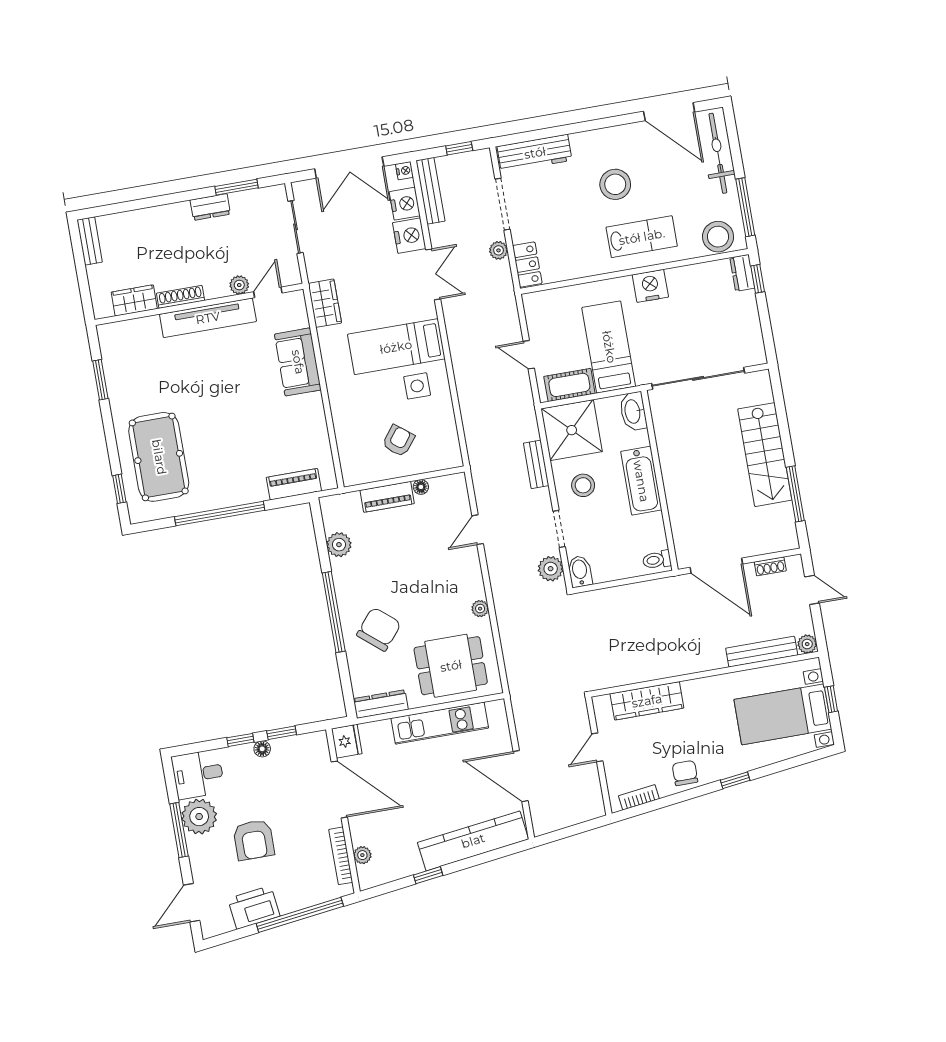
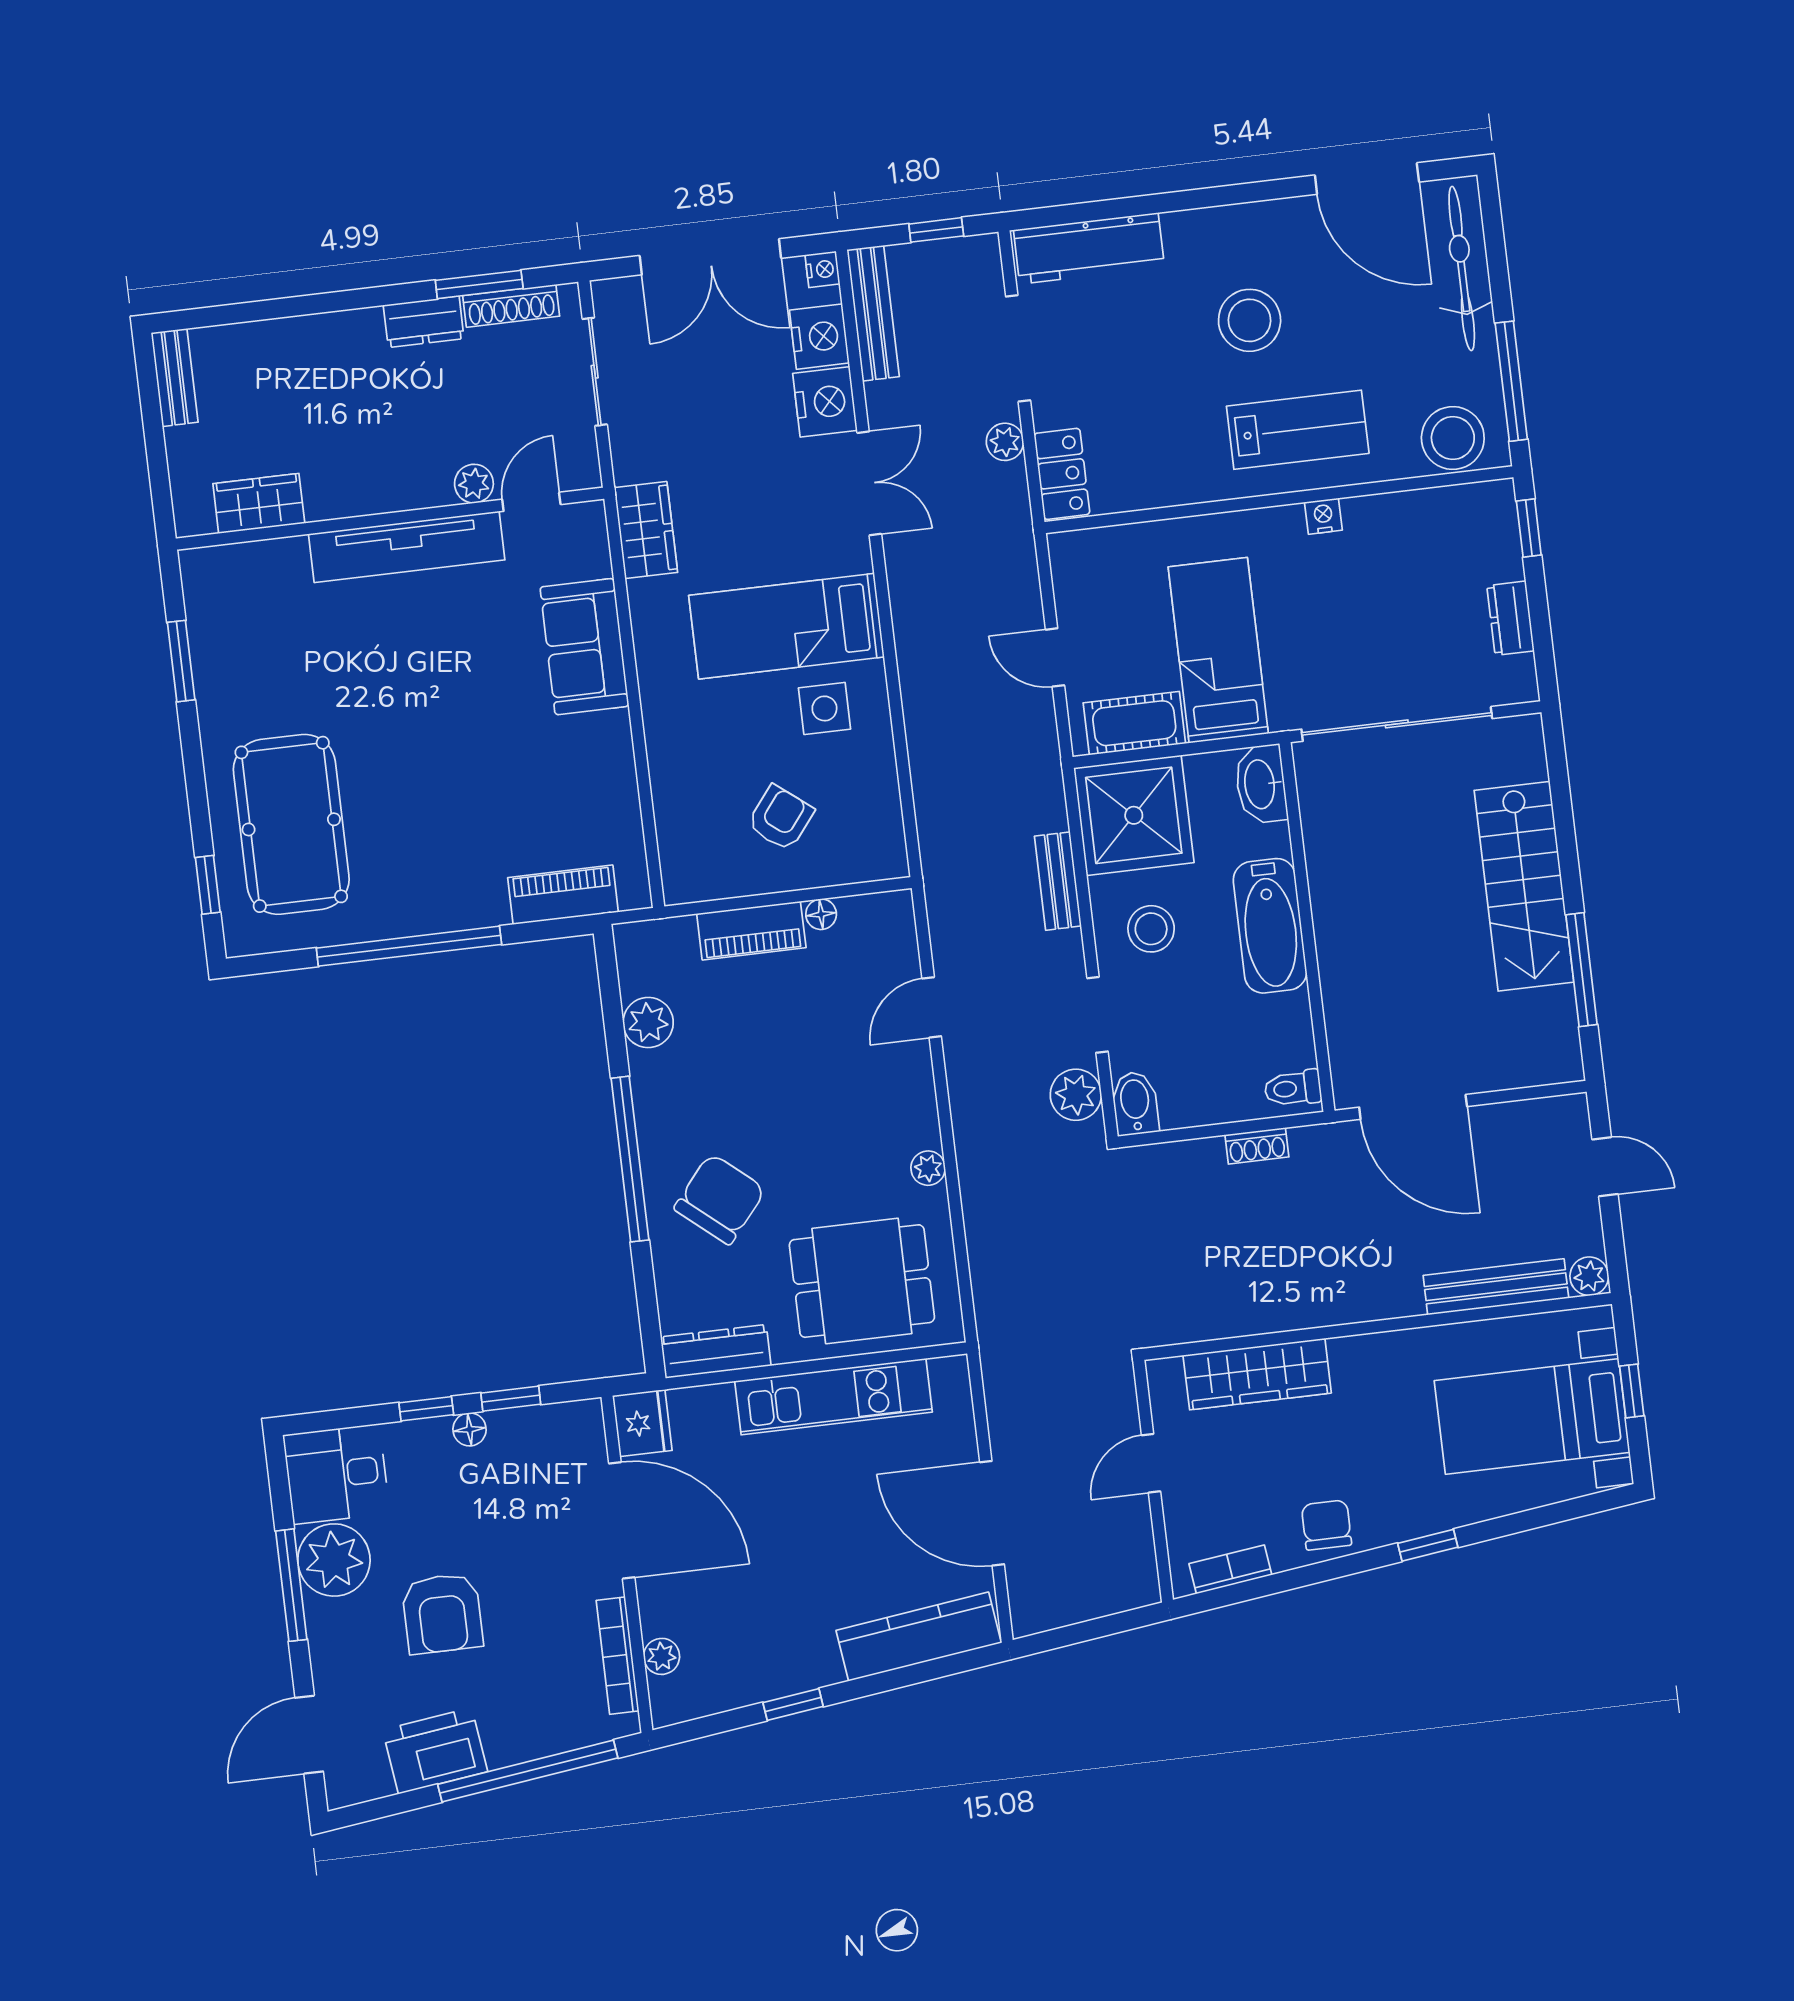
dresser: (742, 273) -> (1510, 618), moved
nightstand: (650, 286) -> (1323, 516), width x0.53, depth x0.56
shoe rack: (181, 297) -> (511, 306), moved, turned 180
shoe rack: (770, 566) -> (1257, 1146), moved
kitchen counter: (473, 841) -> (919, 1637), width x0.72, depth x0.86

